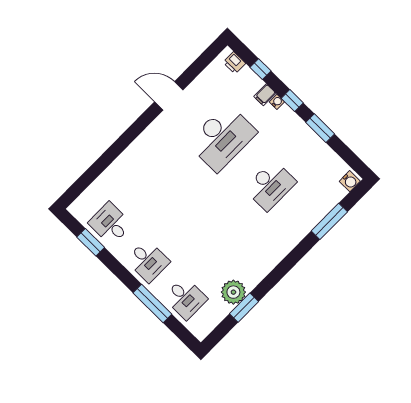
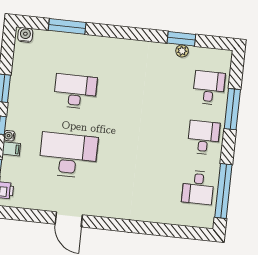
window: (91, 242) -> (223, 191), width x2.11
plant: (233, 292) -> (182, 51), width x0.53, depth x0.53

